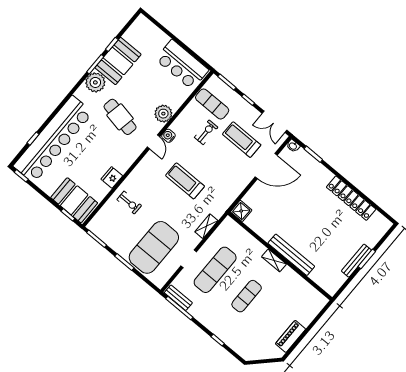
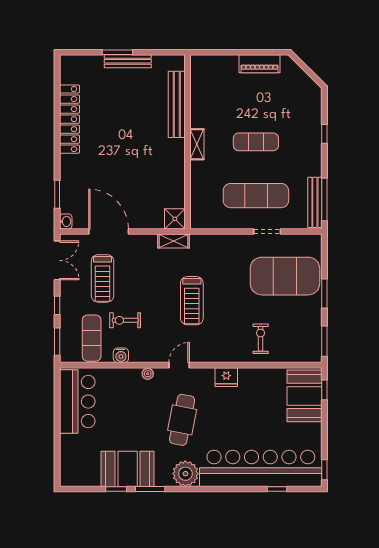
plant: (95, 82) -> (185, 474), moved
plant: (163, 114) -> (148, 374), width x0.53, depth x0.53
water cooler: (168, 136) -> (121, 355), moved
fridge: (112, 178) -> (226, 377), moved
shelving: (206, 226) -> (174, 241), moved
bench: (291, 255) -> (177, 104), moved
bench: (178, 298) -> (315, 202), width x1.36

